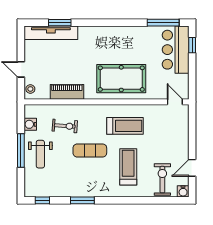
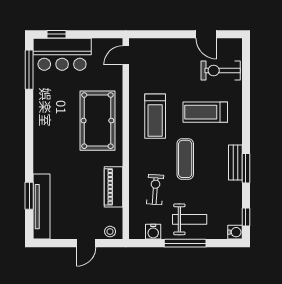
treadmill: (125, 126) -> (155, 116), turned 180
water cooler: (183, 191) -> (235, 232), moved
bench: (87, 192) -> (235, 163), added

